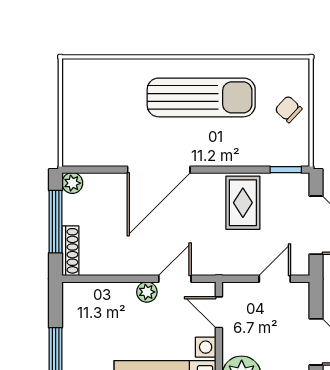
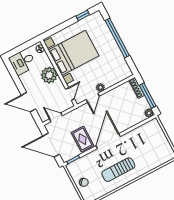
sun lounger: (201, 97) -> (118, 170), width x0.73, depth x0.75
door: (159, 170) -> (108, 141), moved
door: (275, 279) -> (56, 117), swing flipped
door: (219, 312) -> (70, 94), hinge flipped

